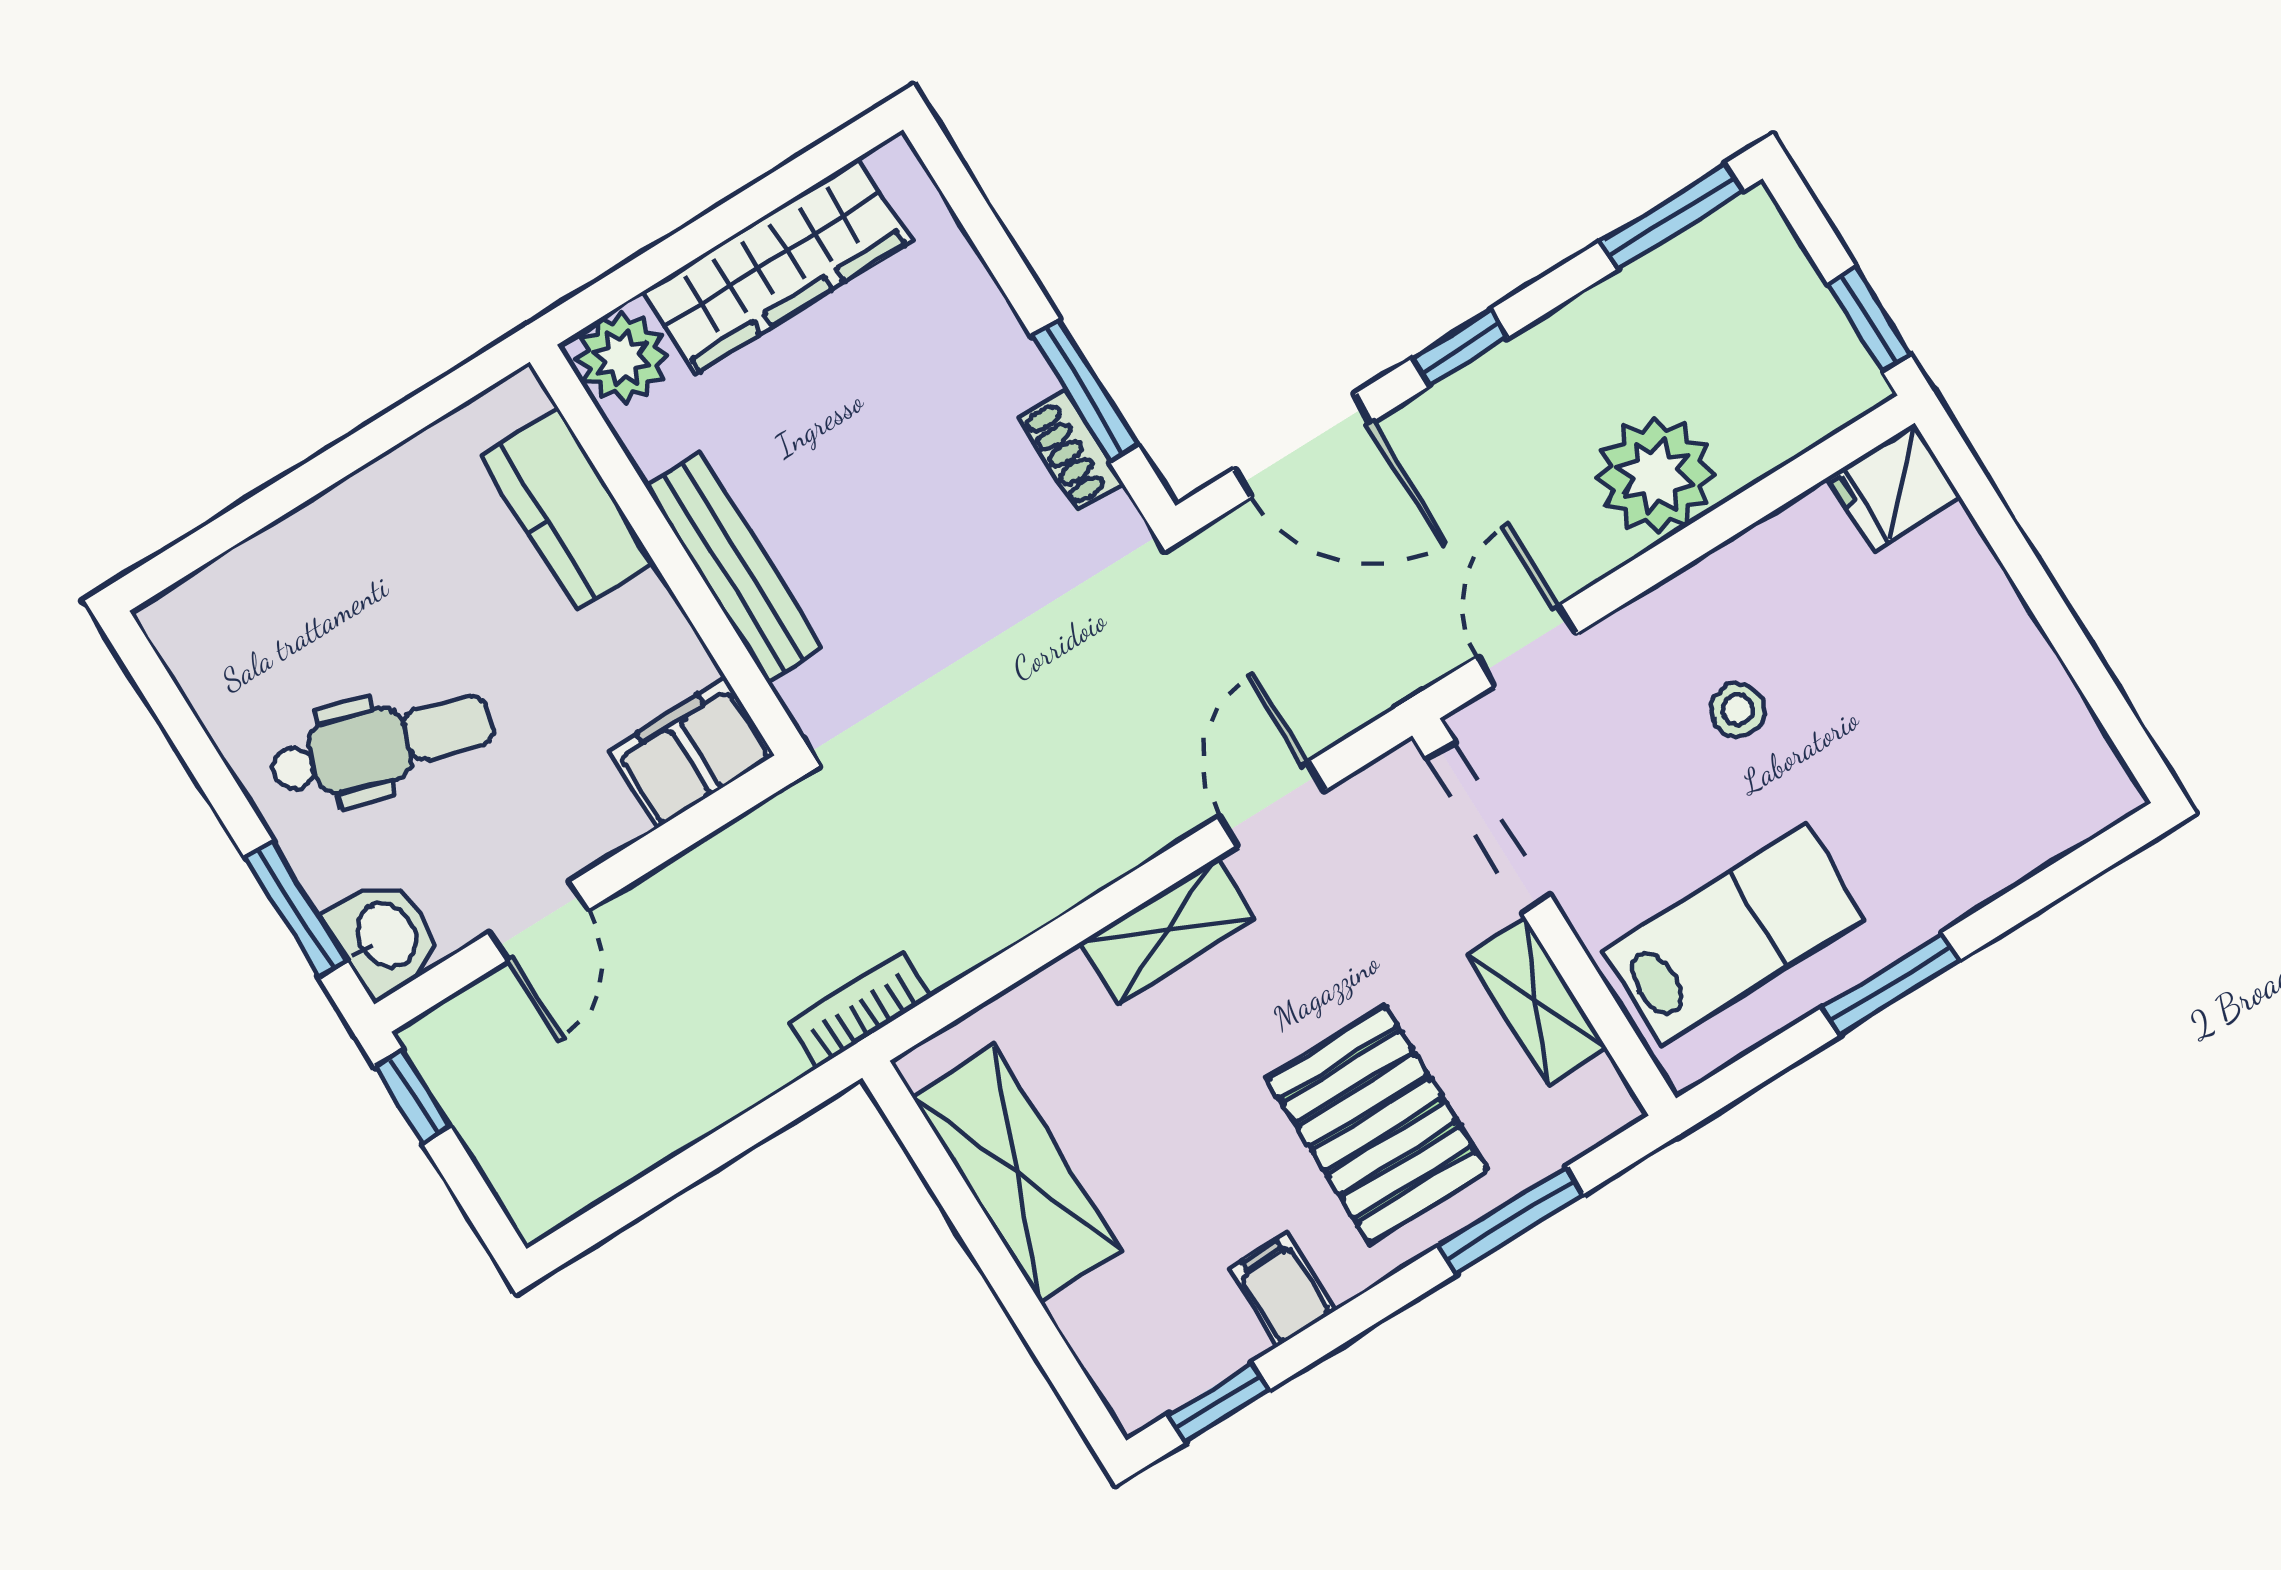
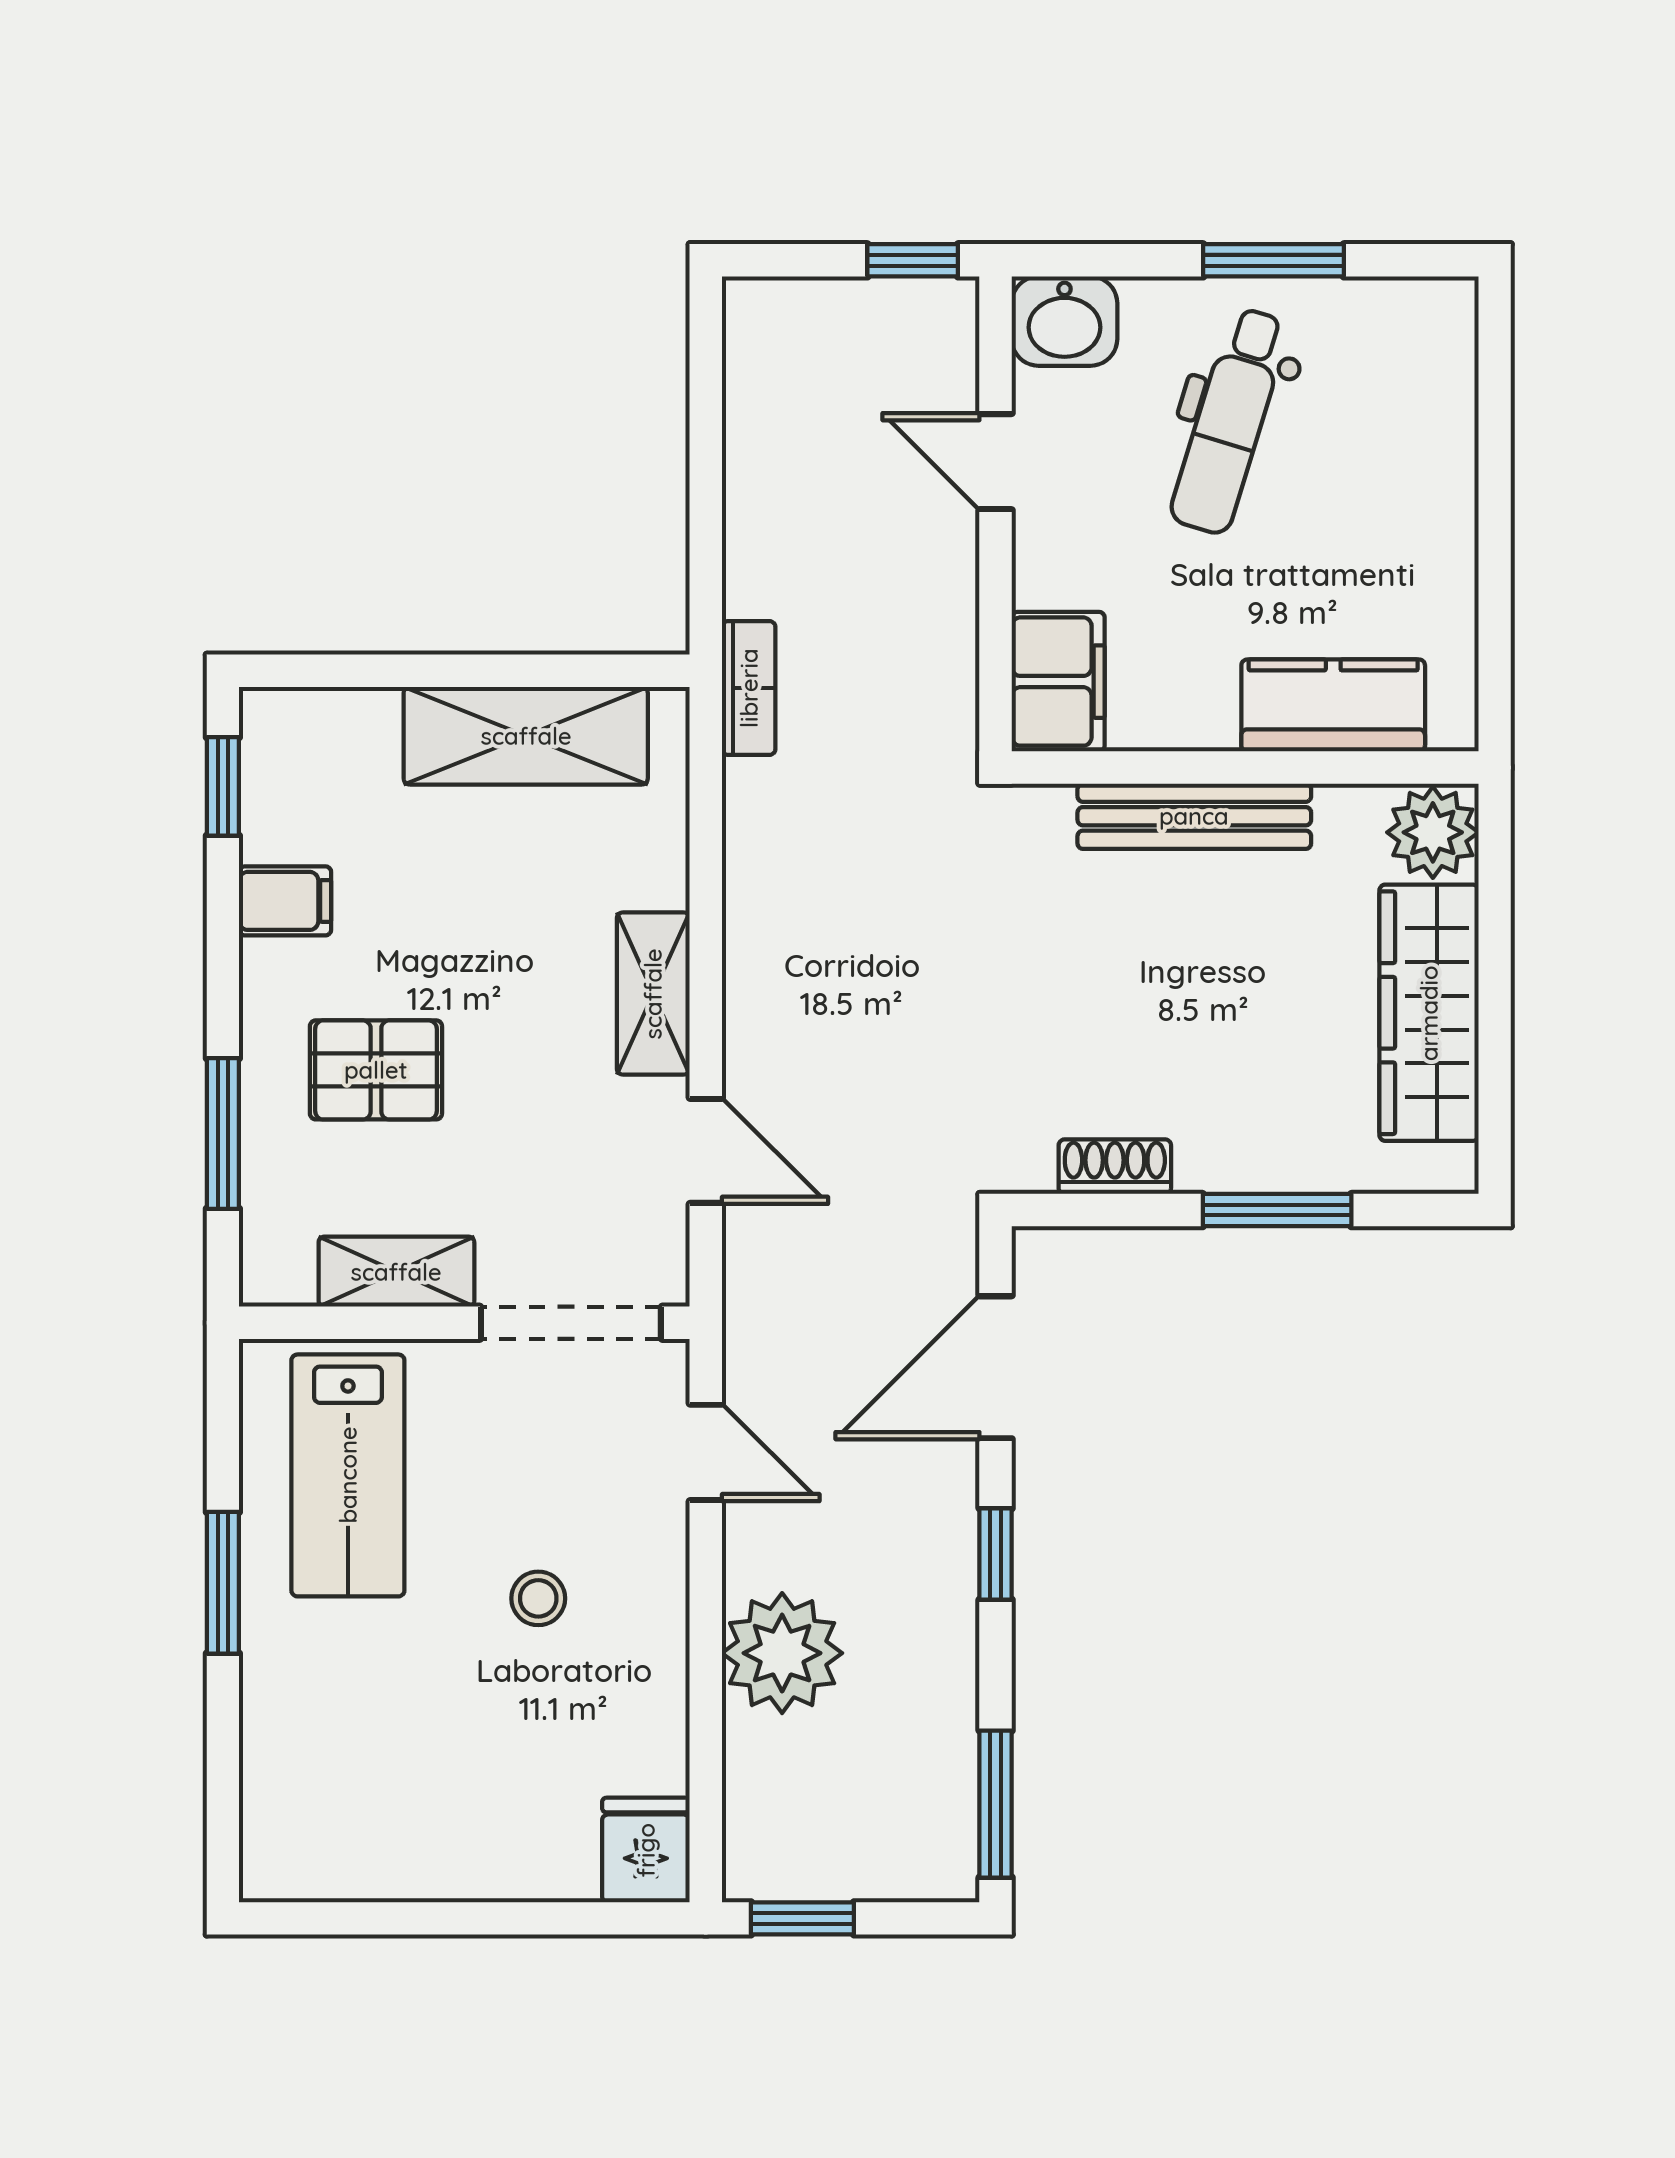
window: (1085, 391) -> (1277, 1210), moved
window: (296, 909) -> (1273, 260), moved
pallet: (1377, 1124) -> (376, 1070), width x0.67, depth x0.71

